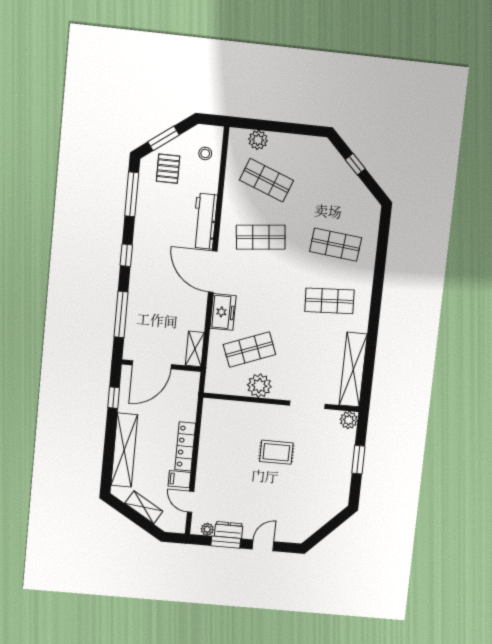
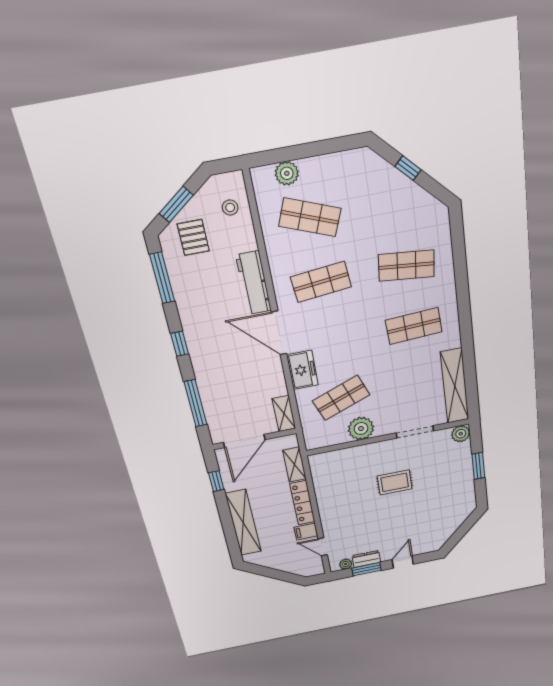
shelving: (144, 507) -> (294, 465), moved, turned 59

